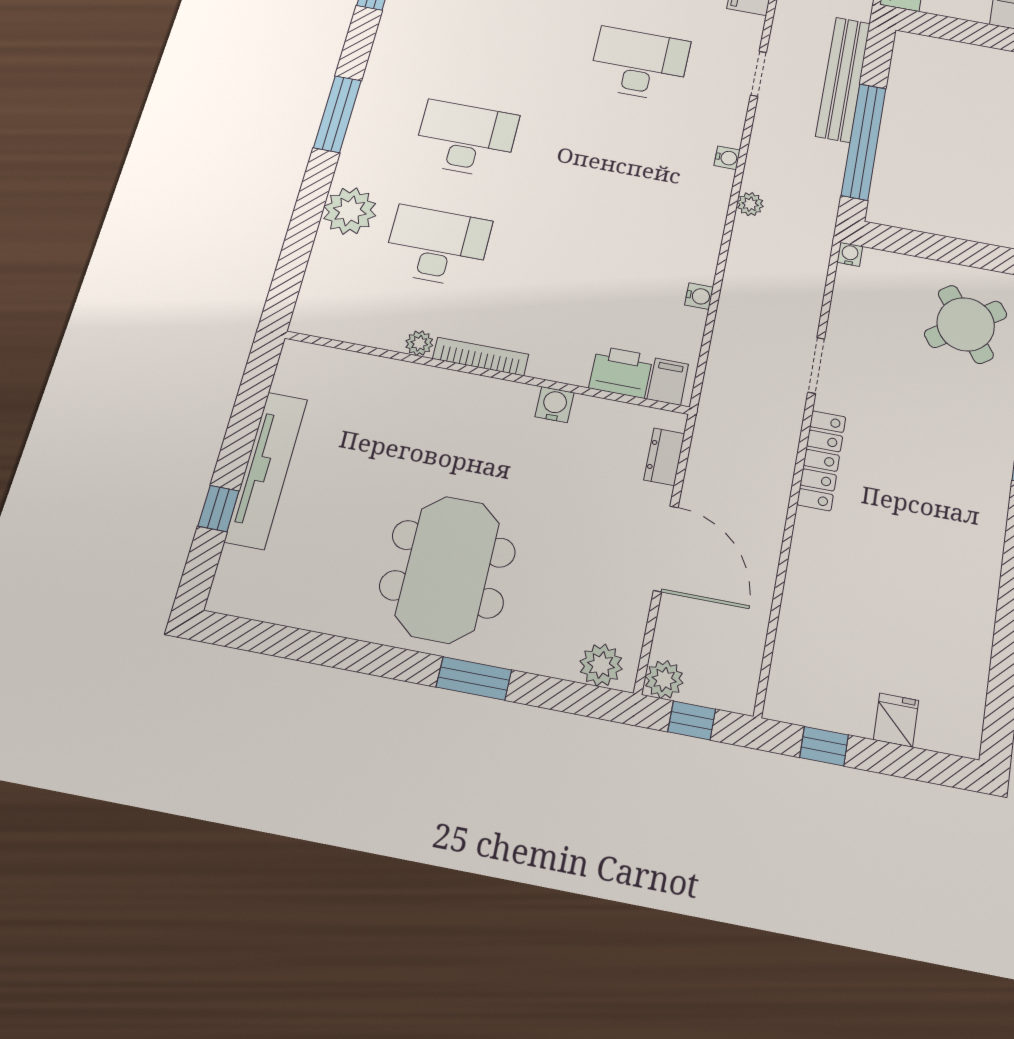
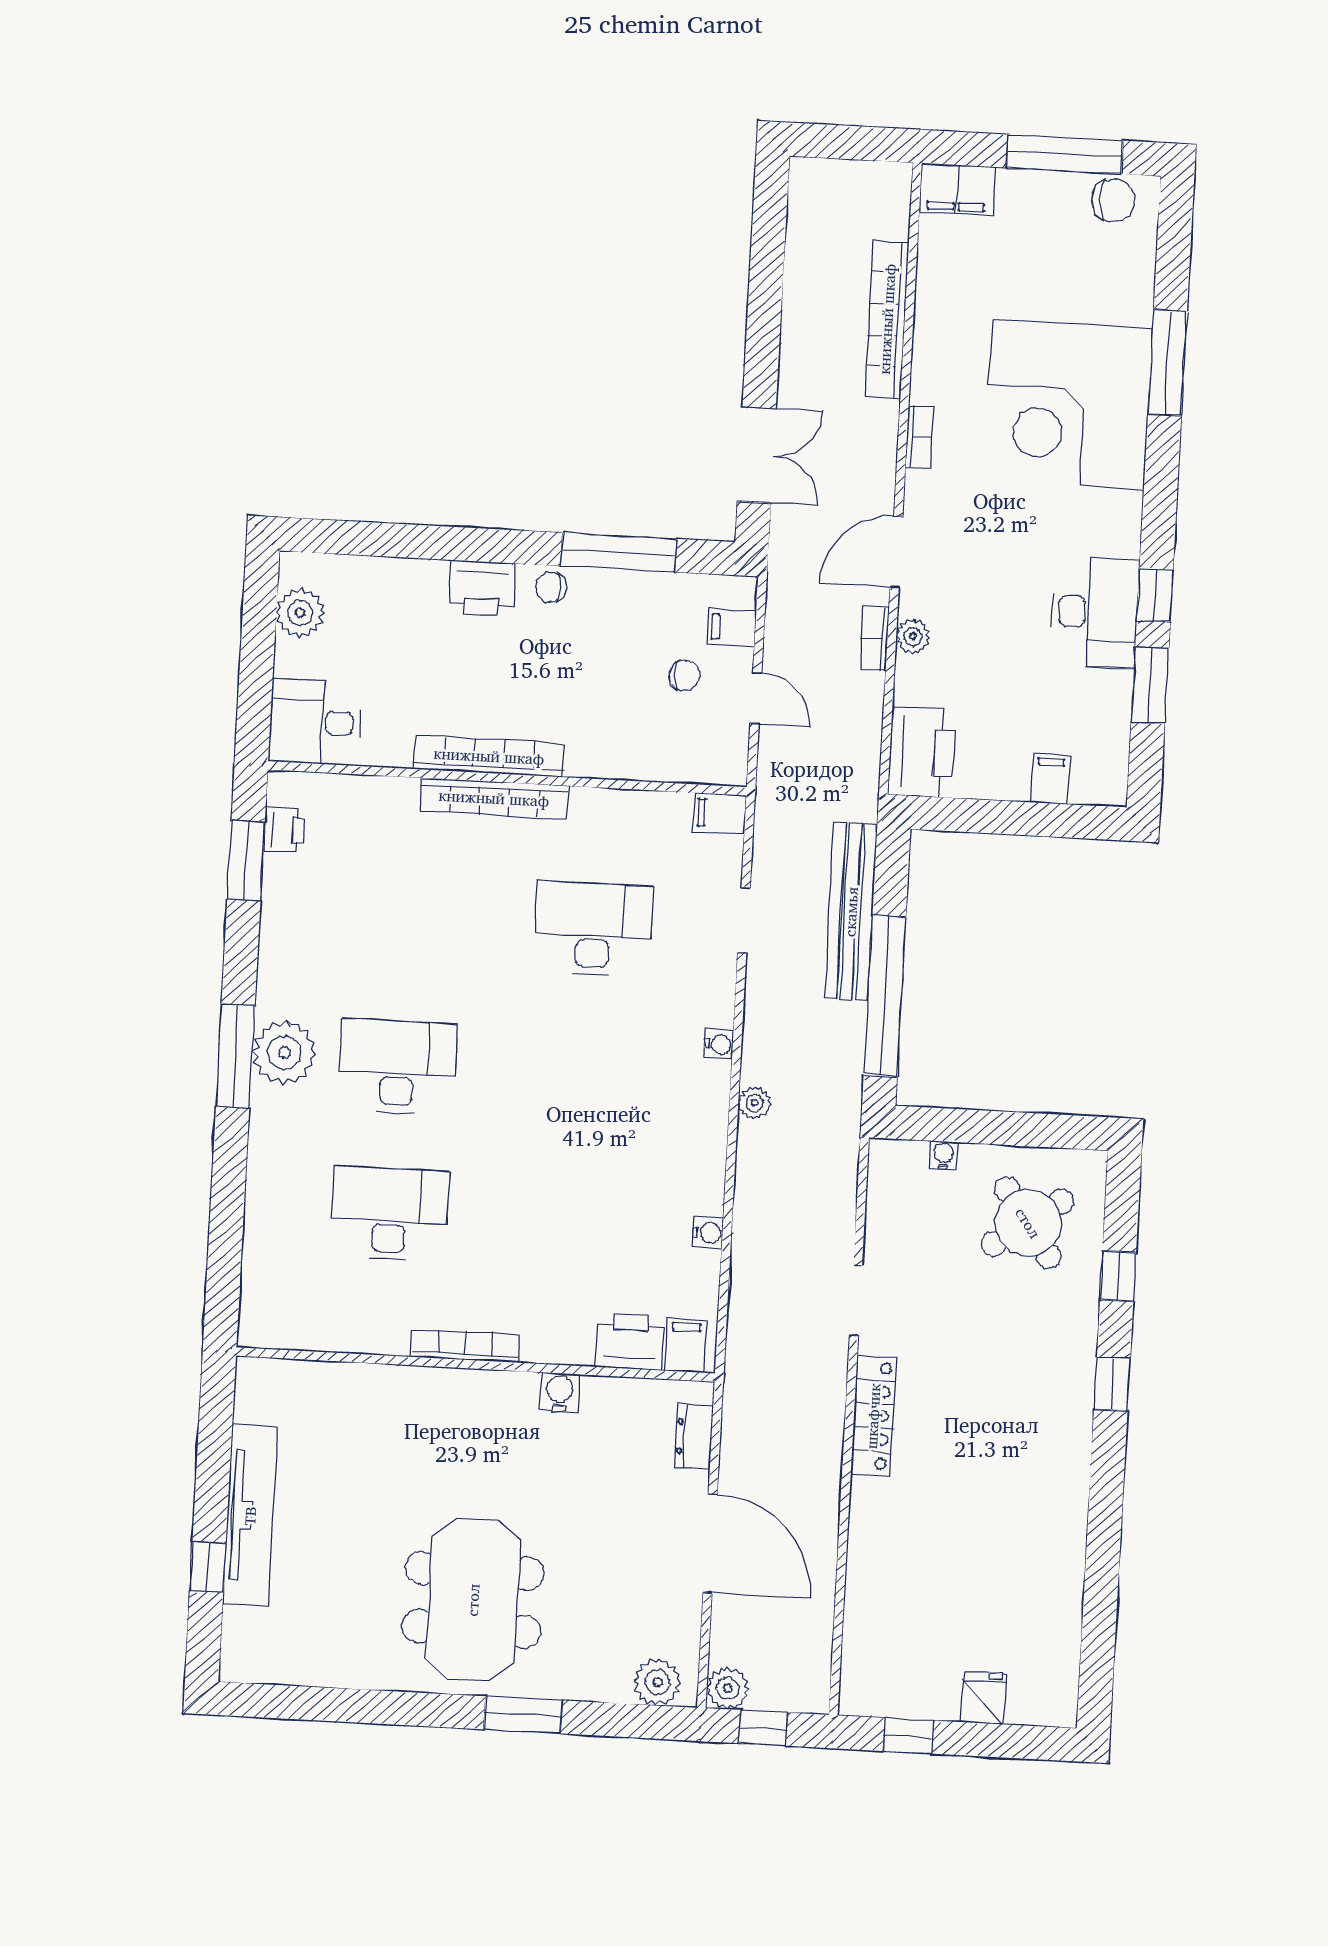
plant: (350, 211) -> (284, 1053), moved
water cooler: (850, 254) -> (944, 1155), moved
plant: (419, 343) -> (392, 1340), removed

